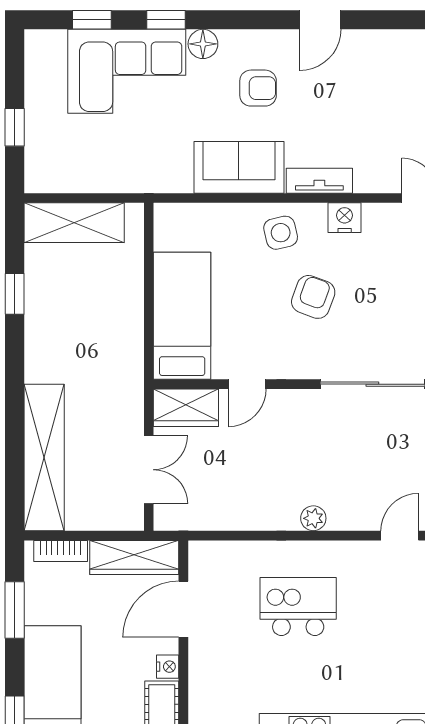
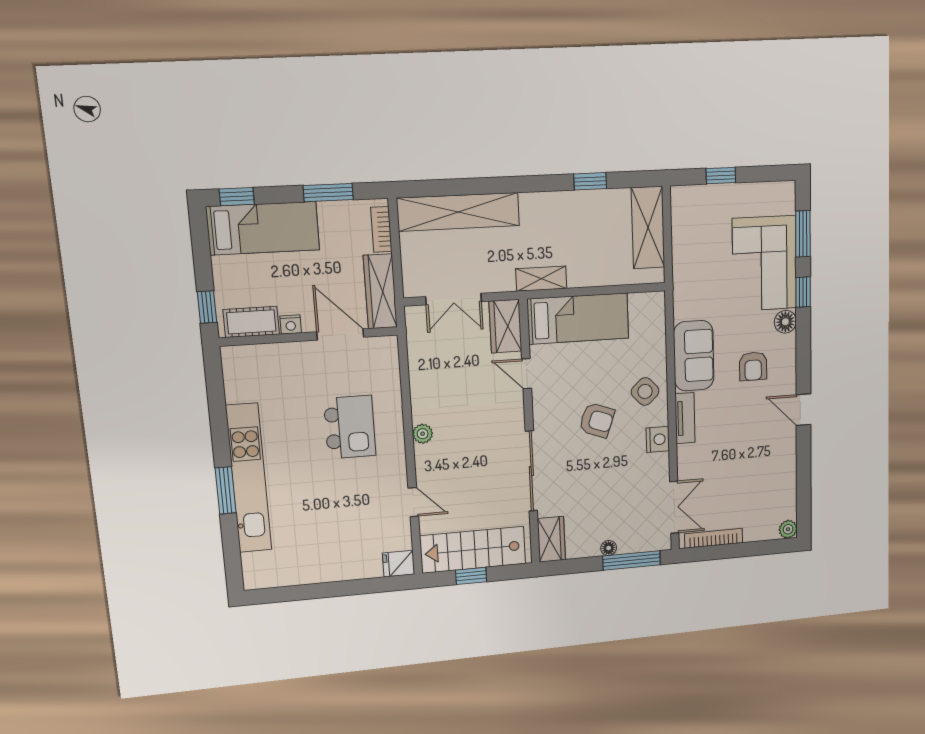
window: (92, 20) -> (803, 234), width x1.50
side table: (281, 233) -> (645, 391), turned -30
shelving: (130, 360) -> (541, 279), added

